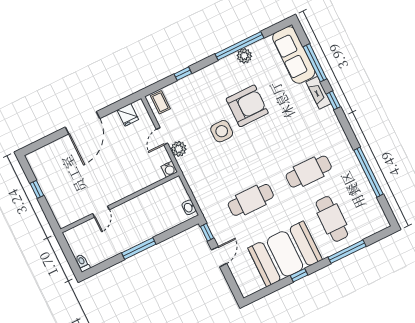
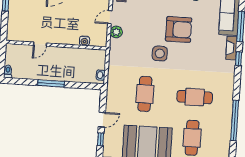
side table: (222, 131) -> (160, 54), moved
water cooler: (169, 169) -> (84, 41), moved
cafe table: (251, 200) -> (145, 94), turned 90
window: (207, 232) -> (101, 139), moved

